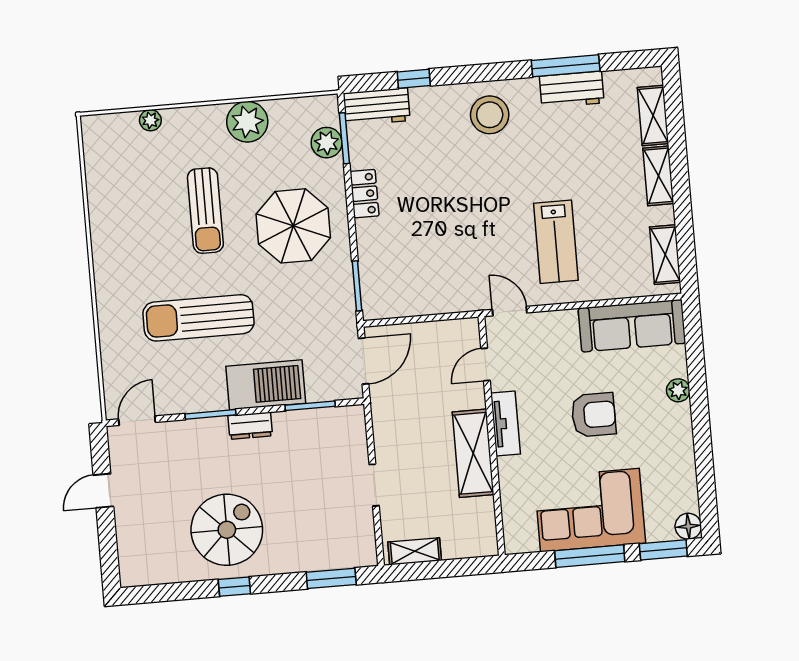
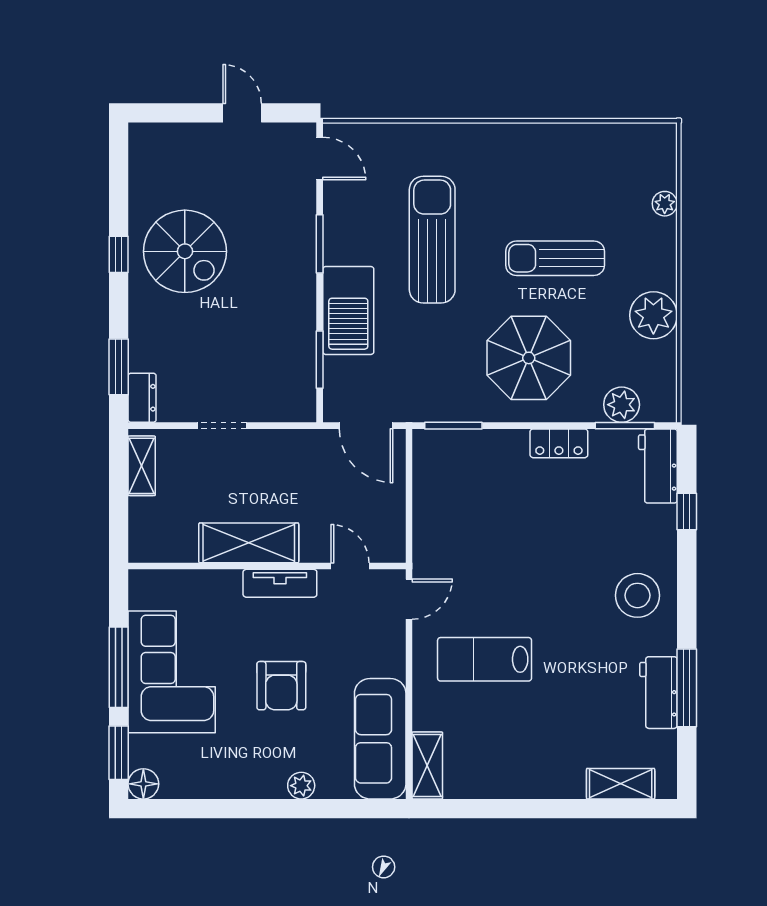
shelving: (658, 176) -> (551, 784), removed
shelving: (665, 255) -> (427, 765), moved, turned 90
dresser: (250, 426) -> (142, 398), moved, turned 180

